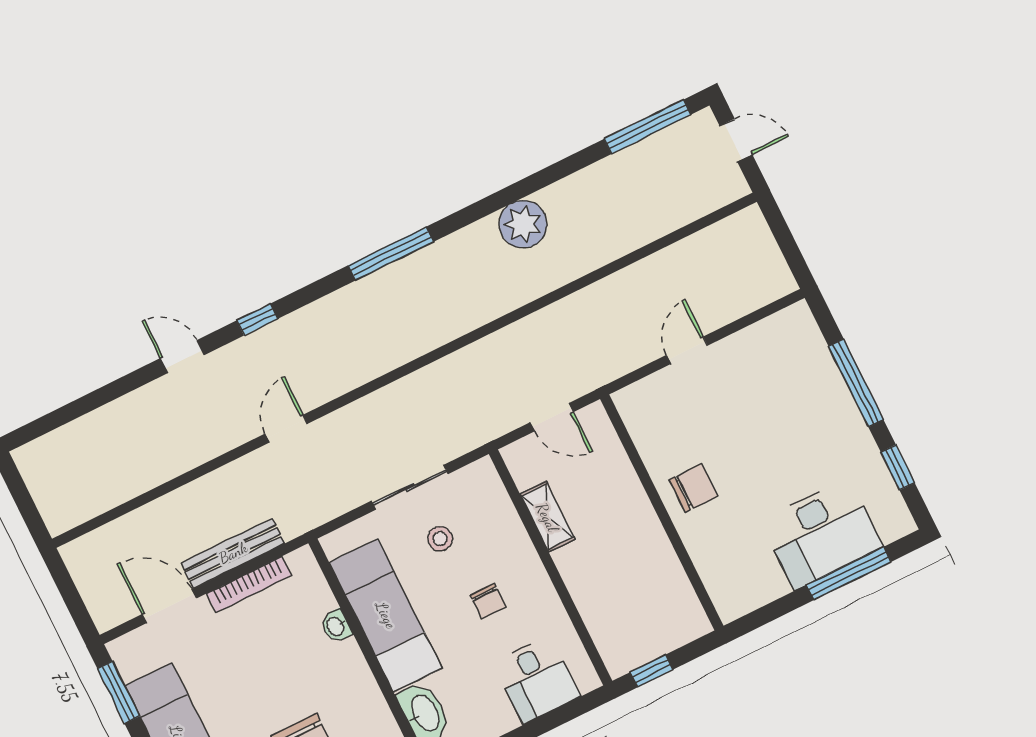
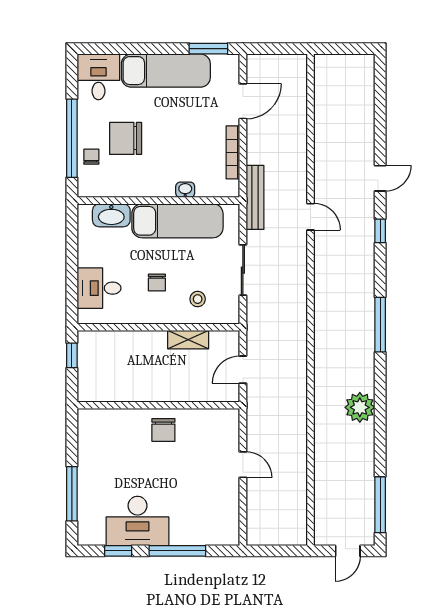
desk: (822, 534) -> (137, 521), moved, turned -90
stool: (440, 539) -> (198, 299), moved
bench: (233, 553) -> (255, 197), moved
chair: (488, 601) -> (157, 282), turned -90

